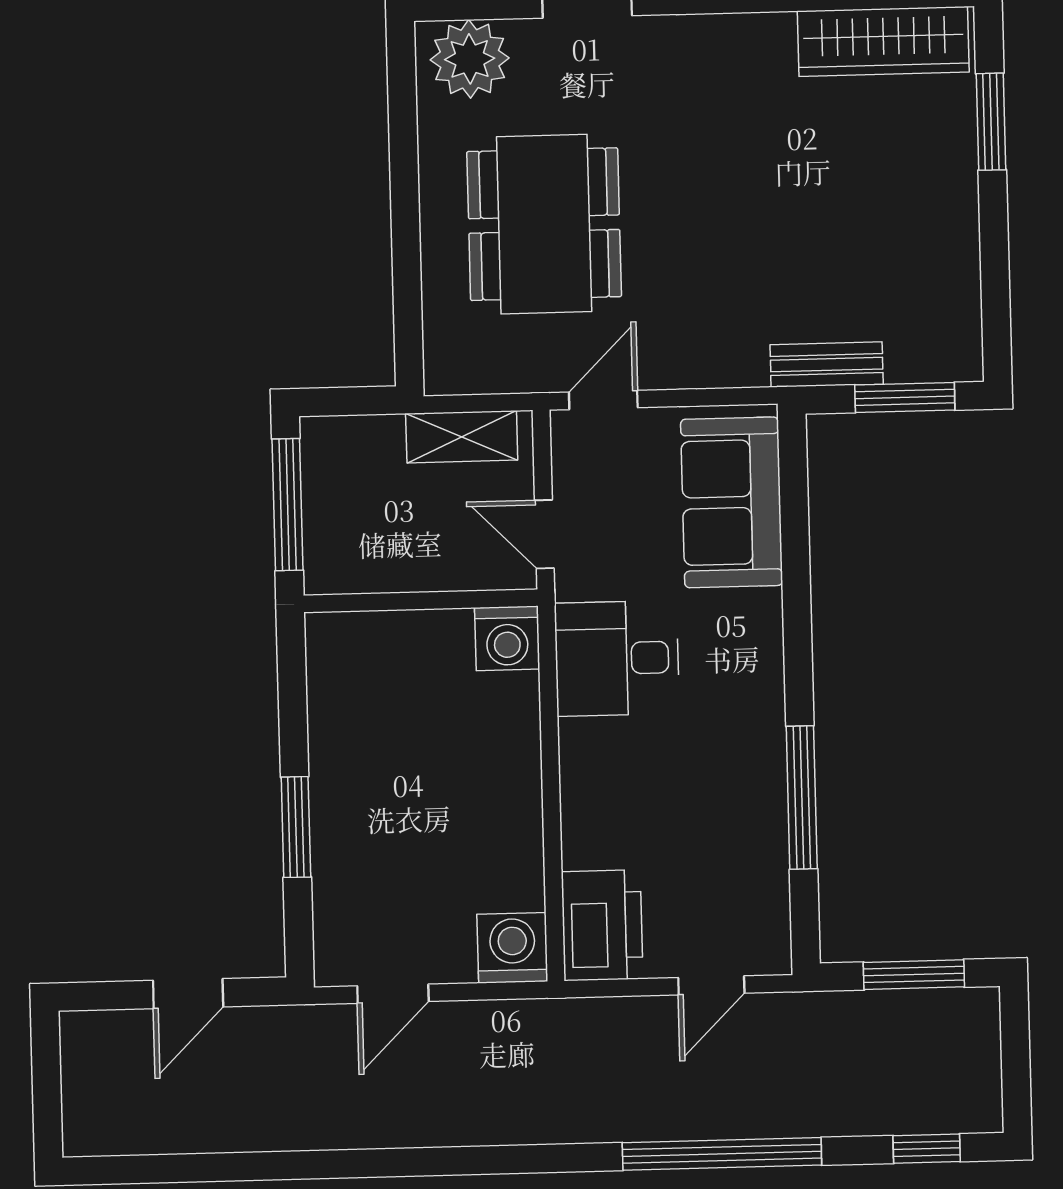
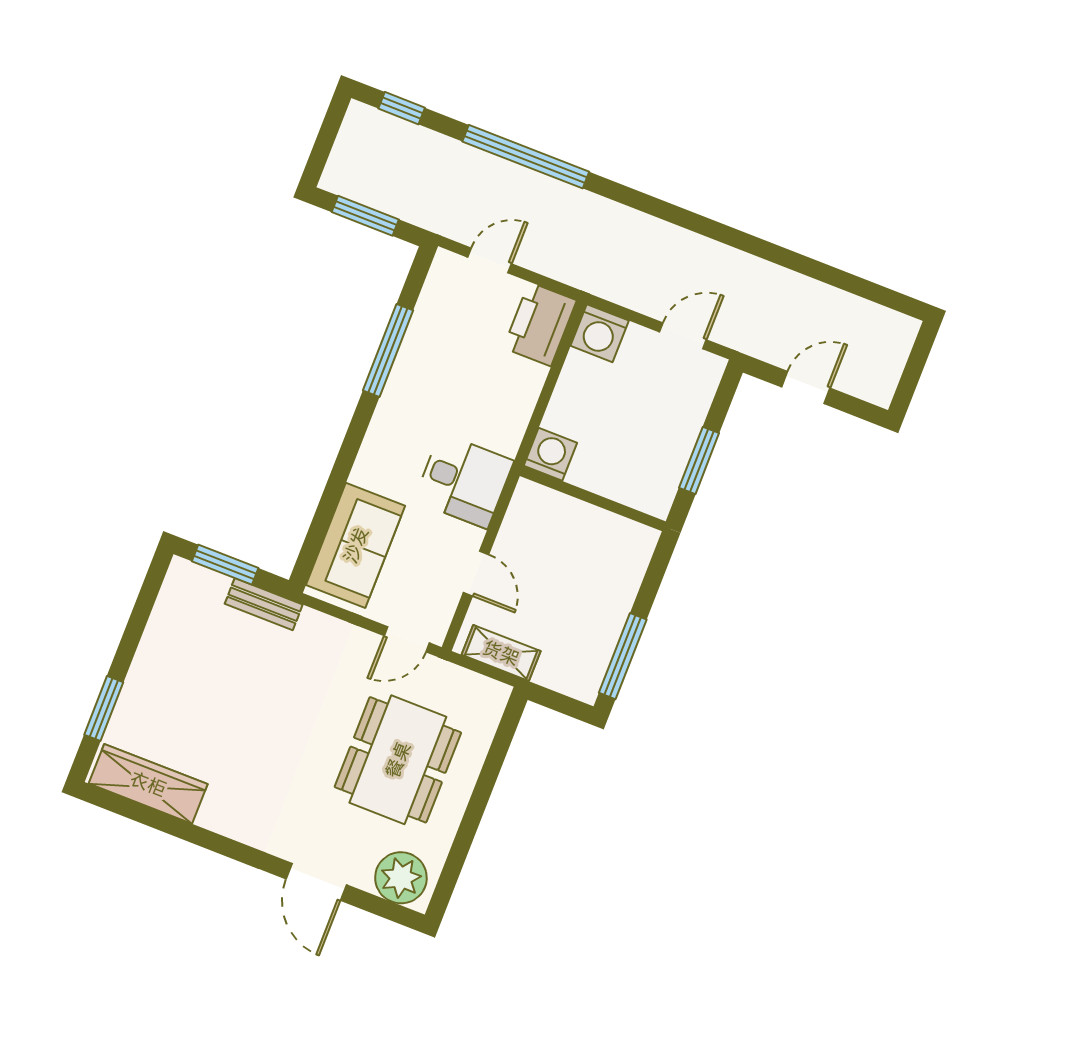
wall: (421, 601) -> (593, 499), moved
washing machine: (507, 638) -> (550, 454), moved

